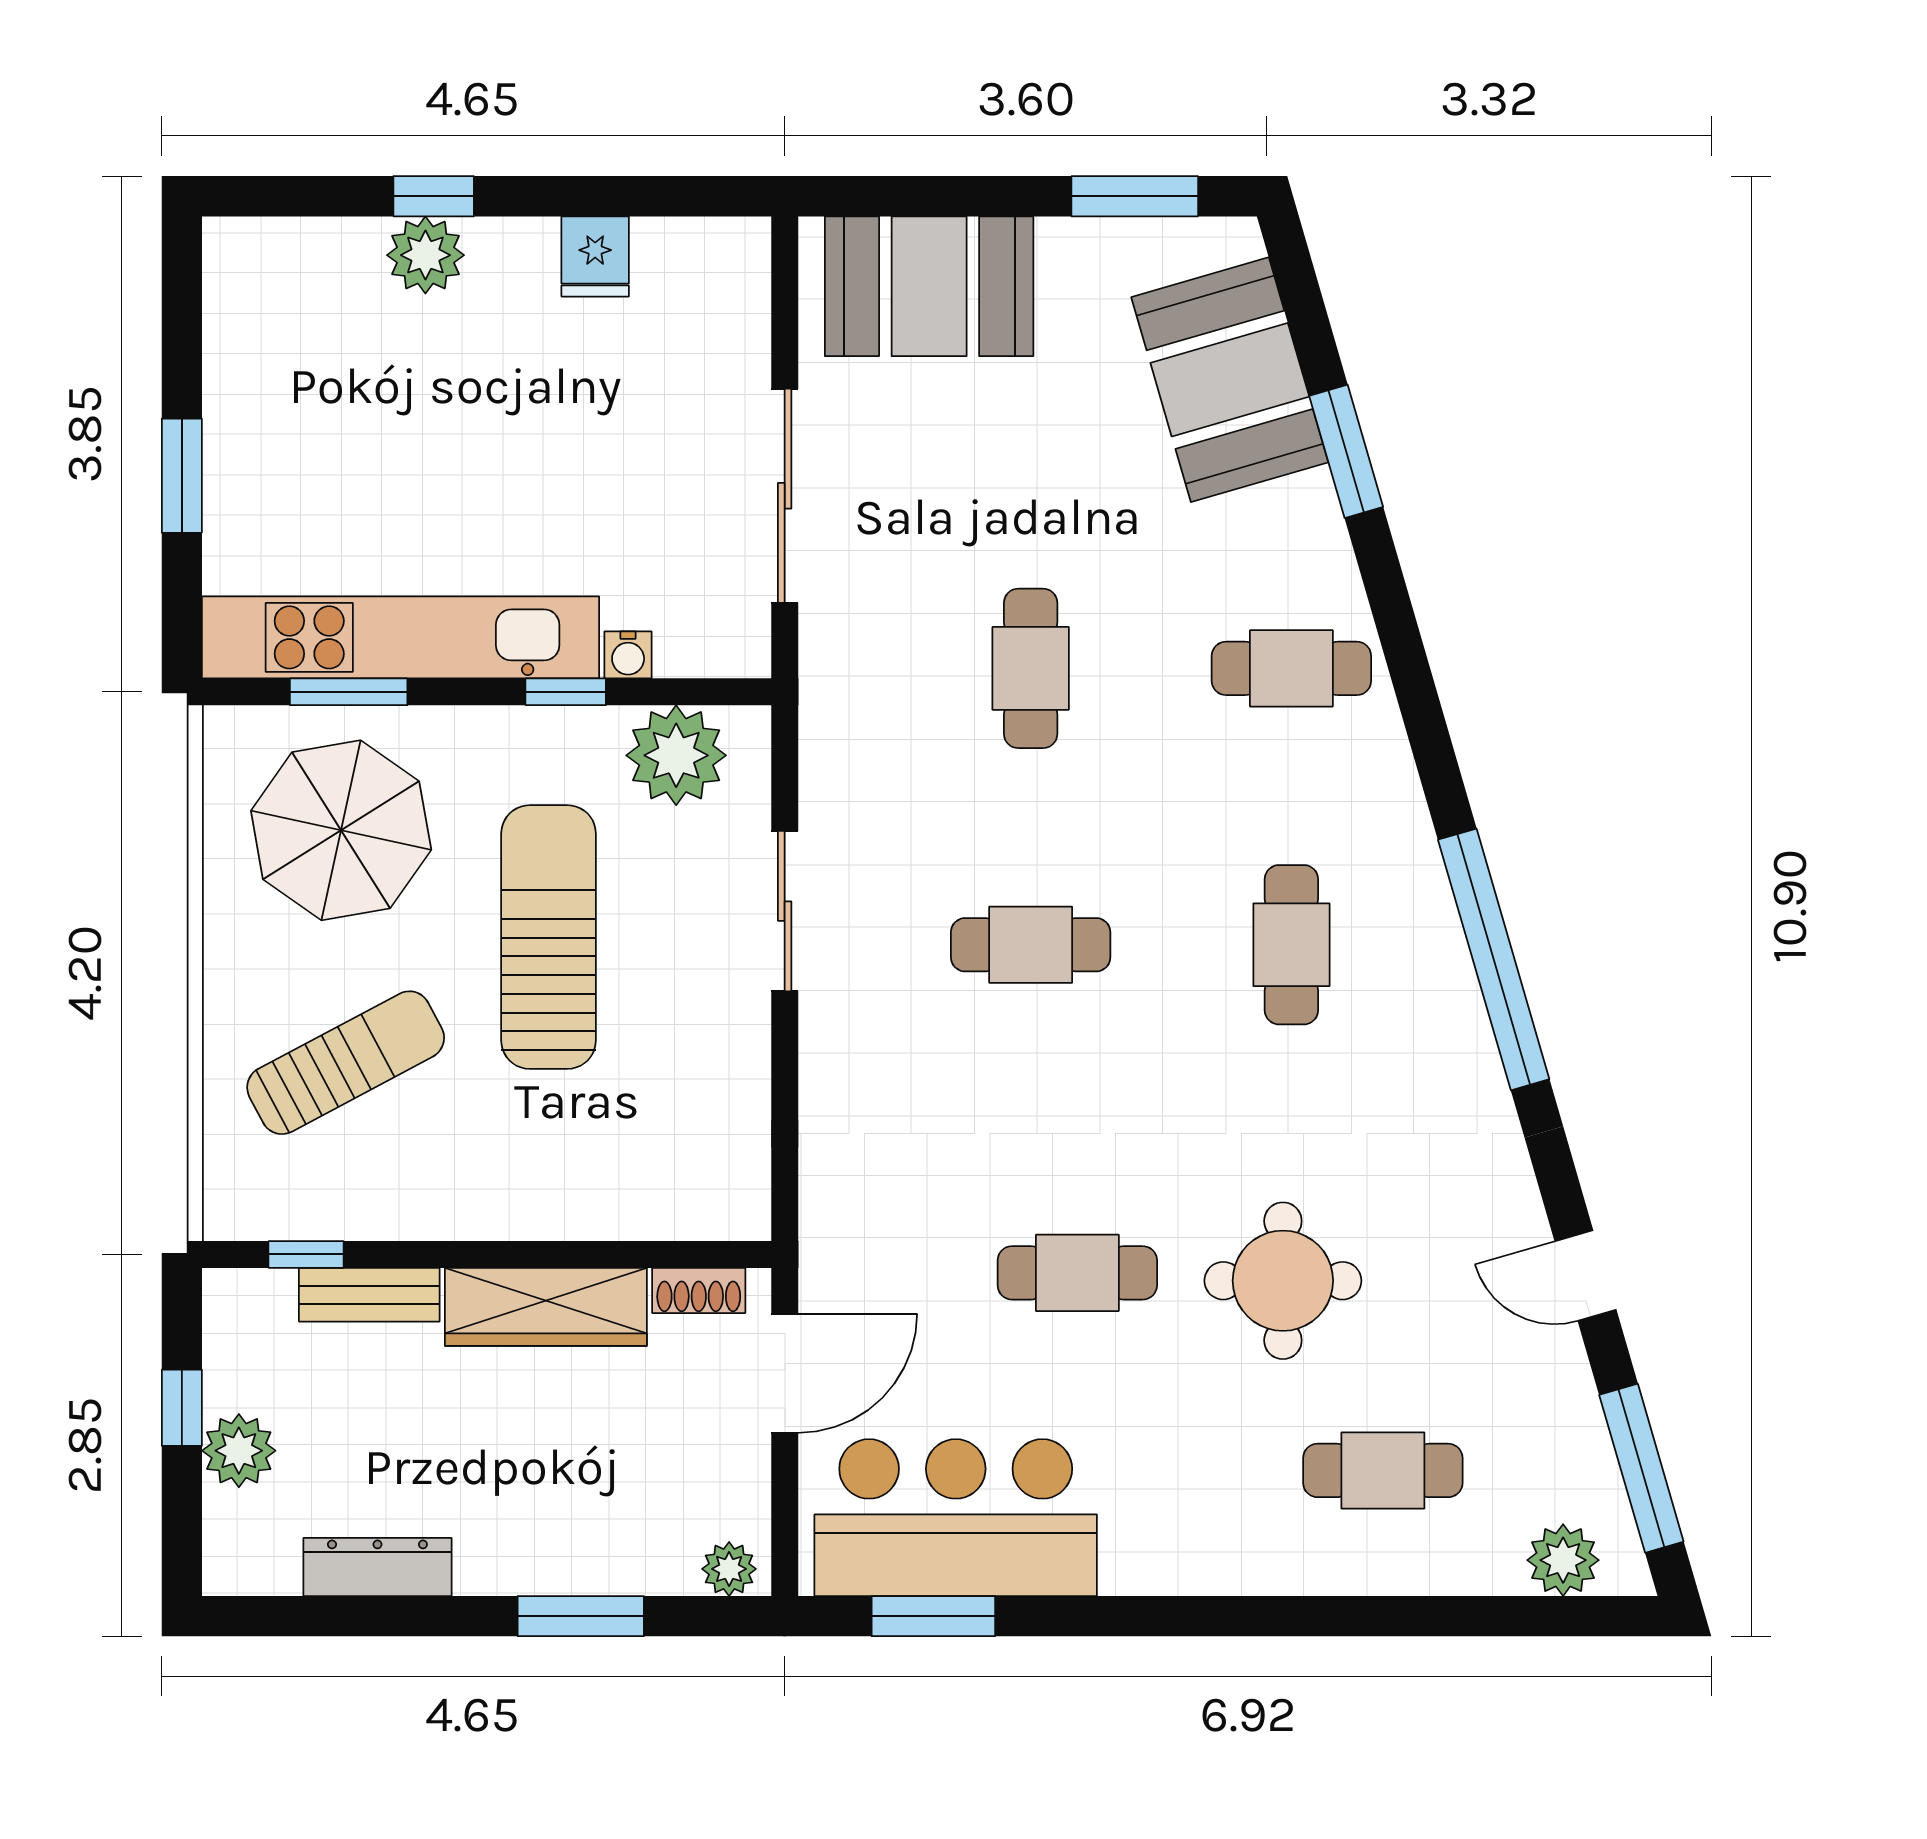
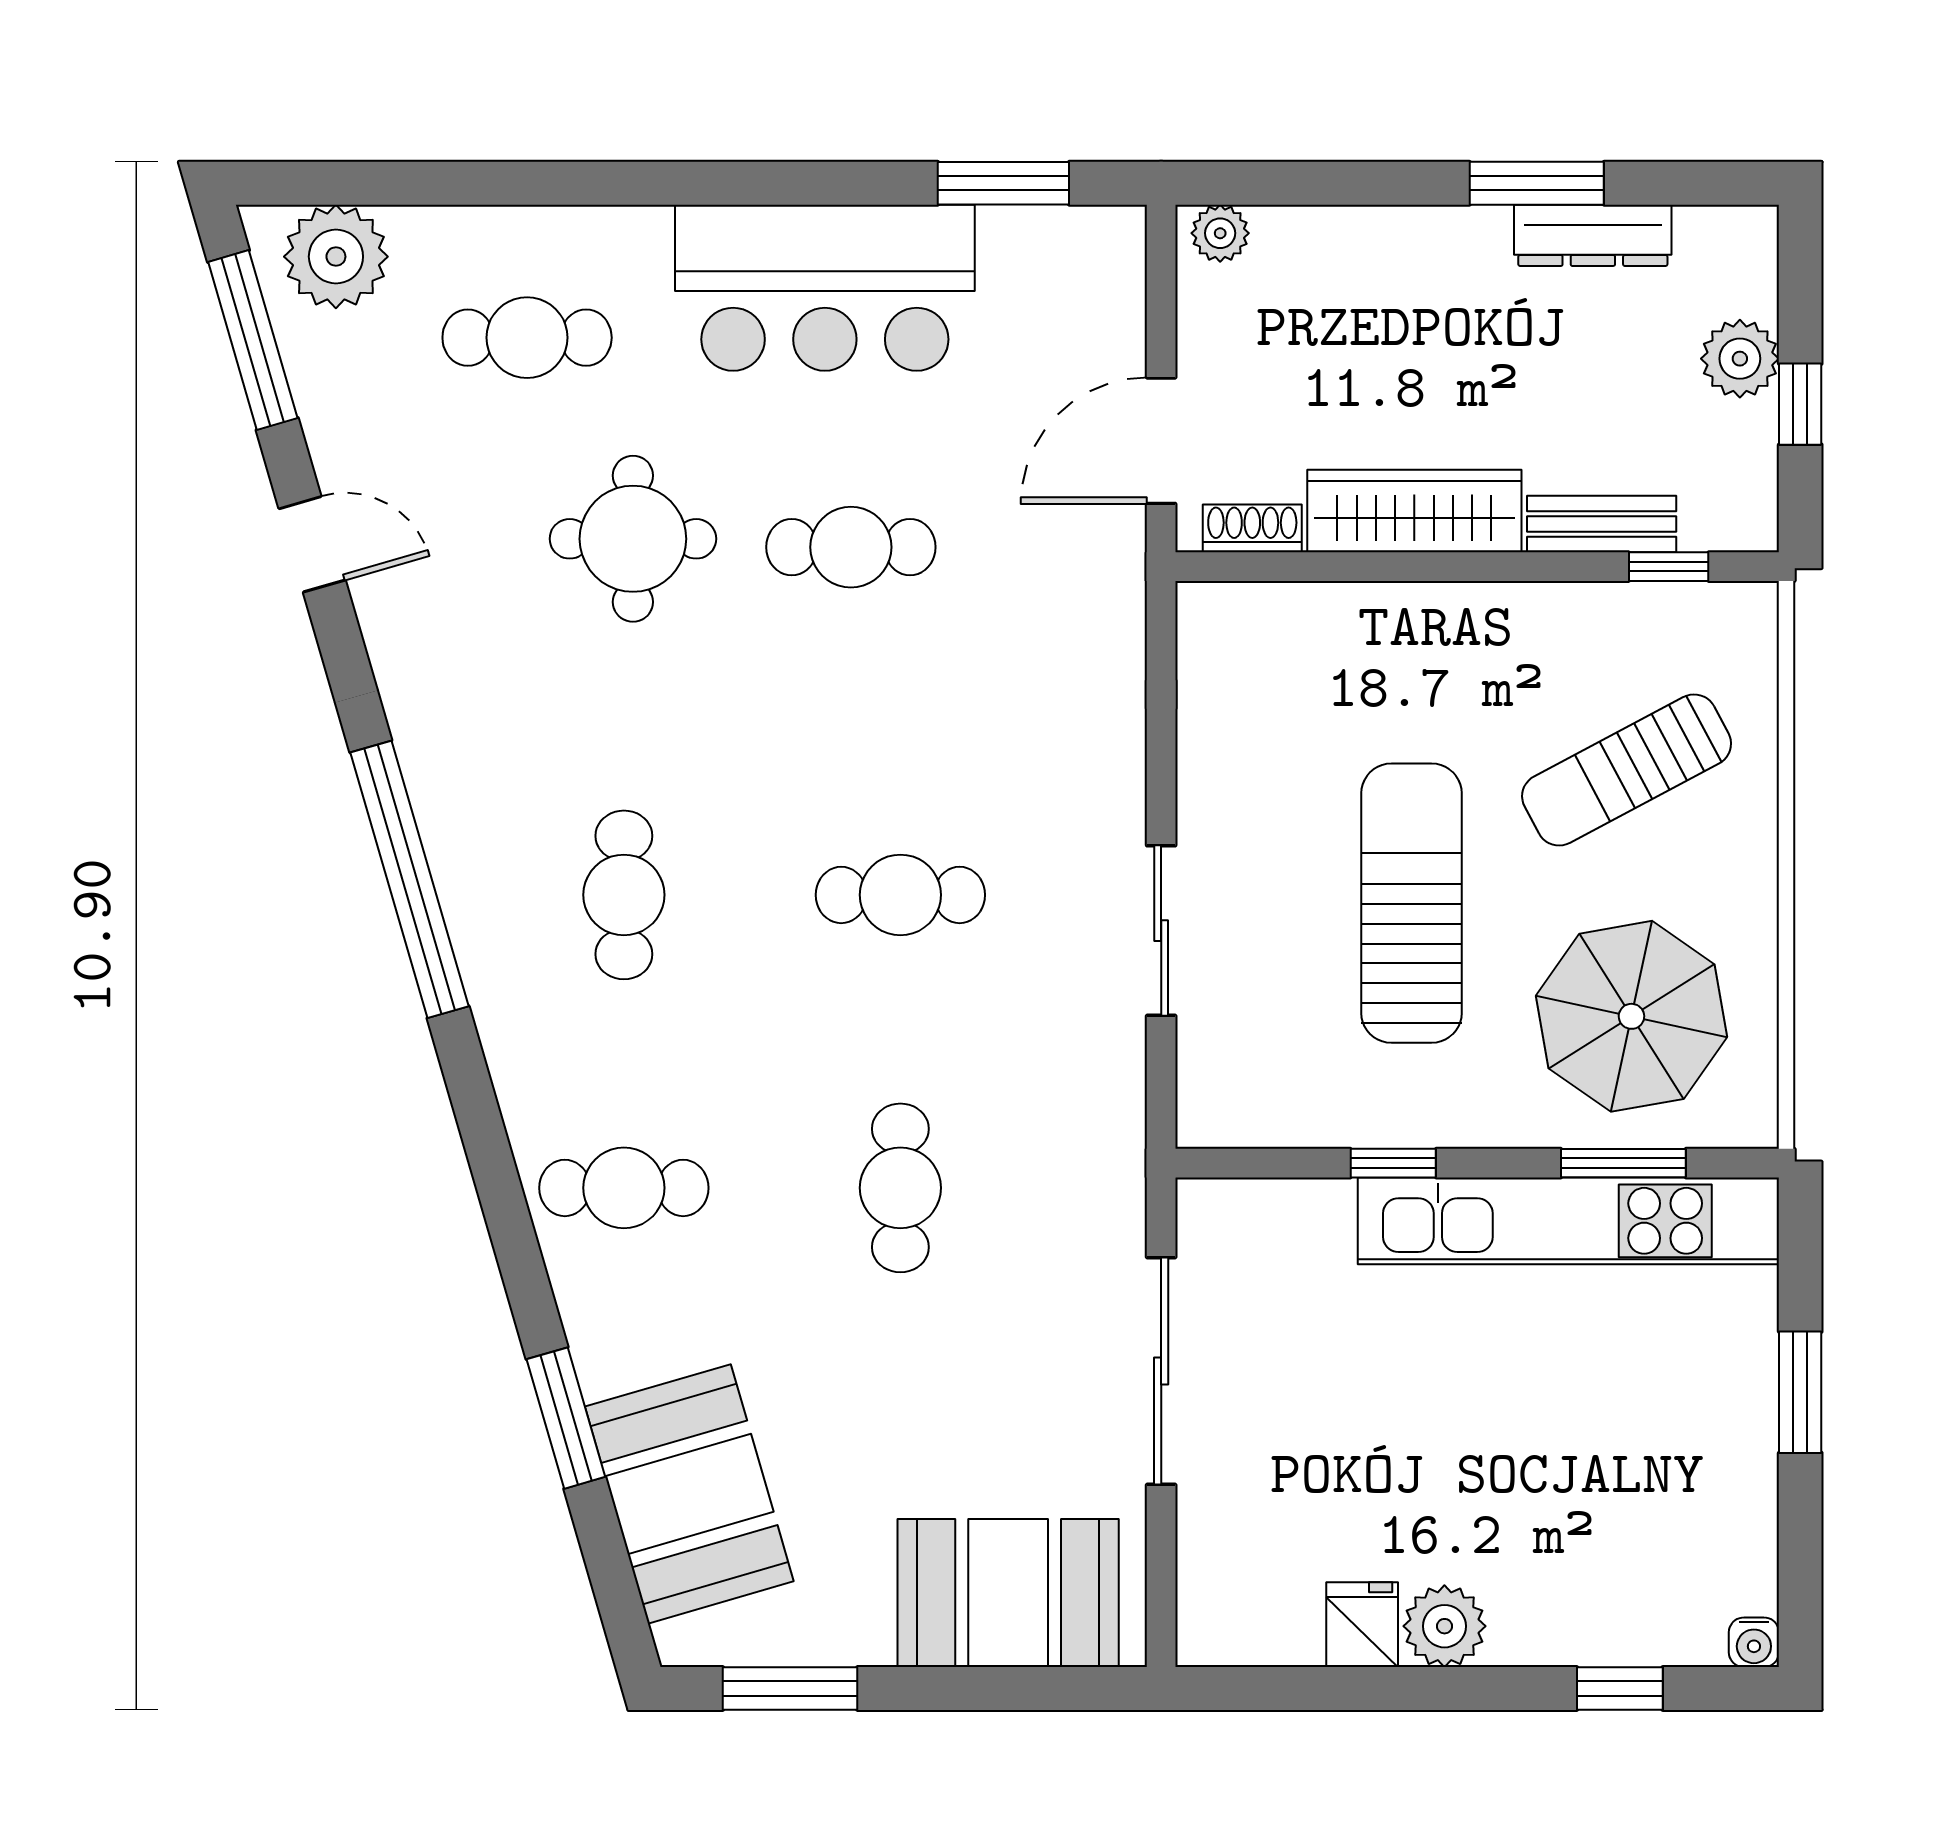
window: (434, 196) -> (1620, 1689), moved
plant: (425, 255) -> (1444, 1626), moved
water cooler: (628, 655) -> (1754, 1642), moved, turned 180
plant: (676, 755) -> (1276, 1096), removed
sun lounger: (549, 937) -> (1411, 903), turned 180
bar counter: (956, 1518) -> (825, 288), moved
plant: (1563, 1560) -> (336, 257), width x1.36, depth x1.36
window: (581, 1616) -> (1537, 183), moved

